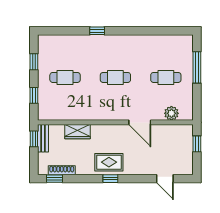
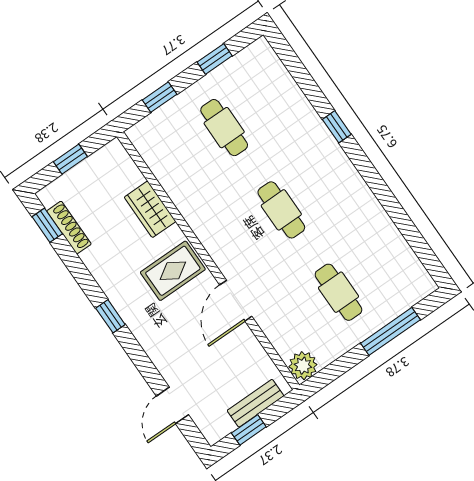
plant: (171, 113) -> (303, 366), moved
bench: (43, 138) -> (256, 403), moved
window: (34, 139) -> (70, 159), moved
window: (197, 144) -> (249, 430), moved
rug: (109, 162) -> (173, 271), moved, turned 90

